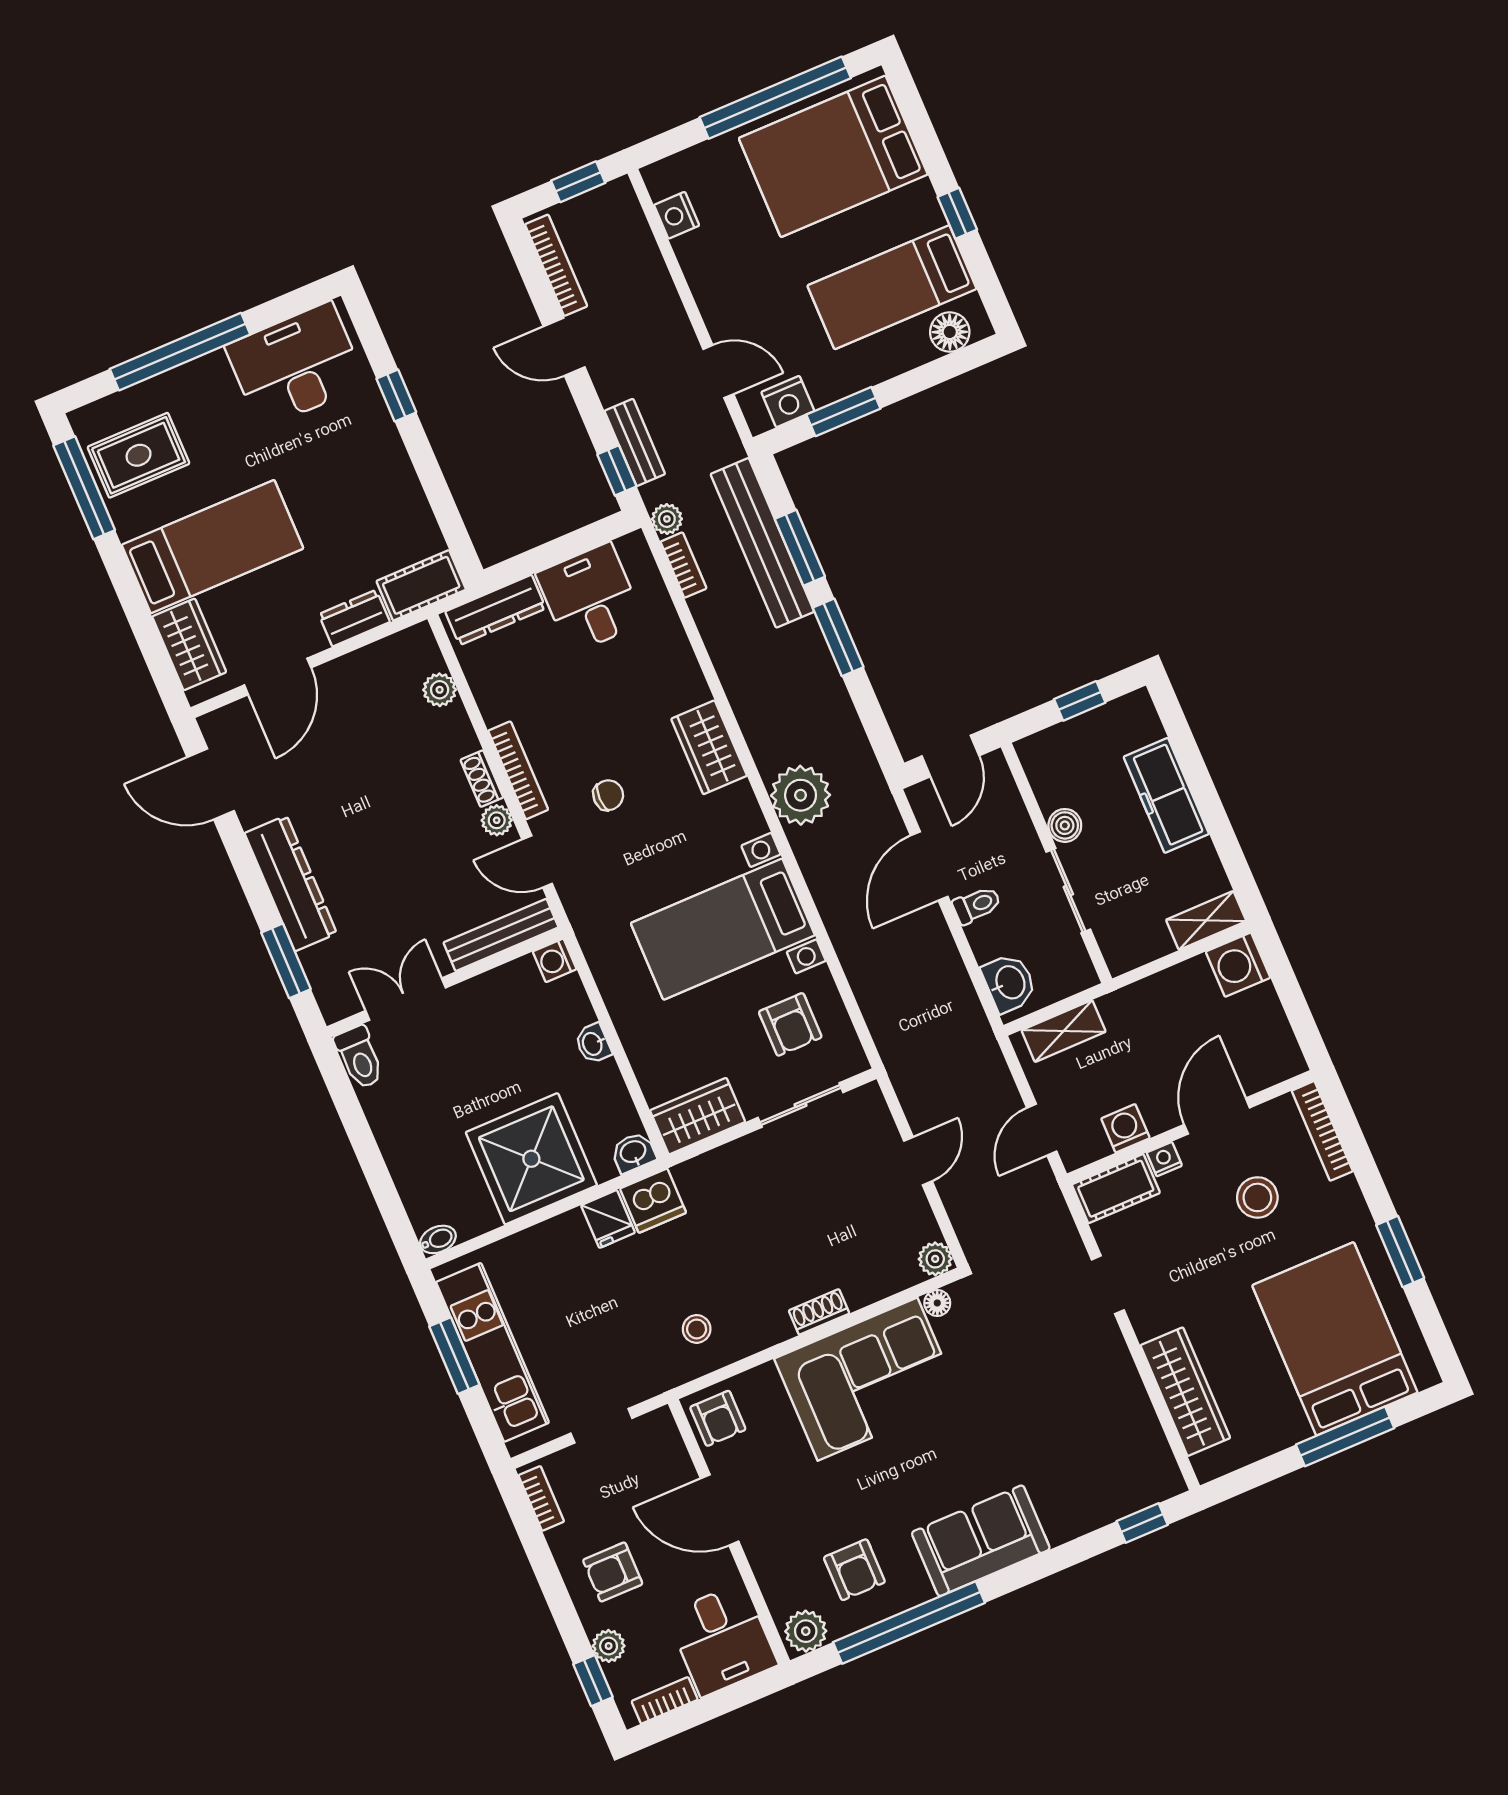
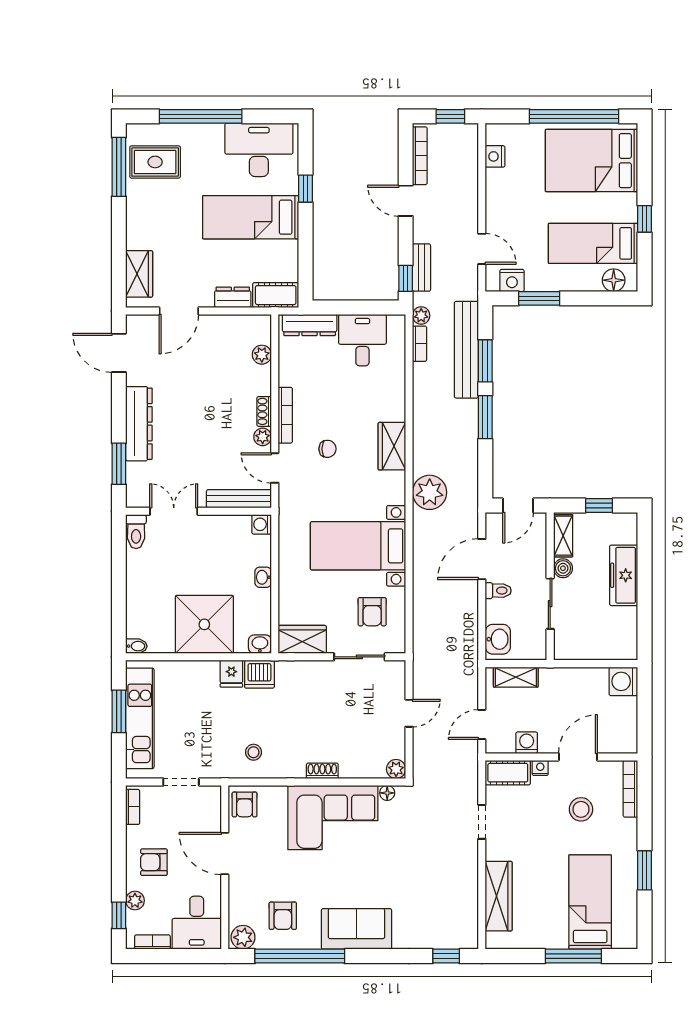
bed: (212, 547) -> (251, 217), moved, turned 180
shelving: (1206, 920) -> (563, 536), moved, turned 90
bed: (1335, 1339) -> (590, 902), width x0.67

